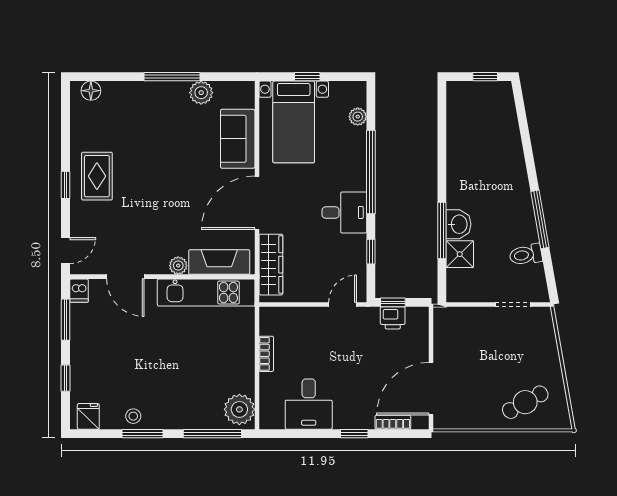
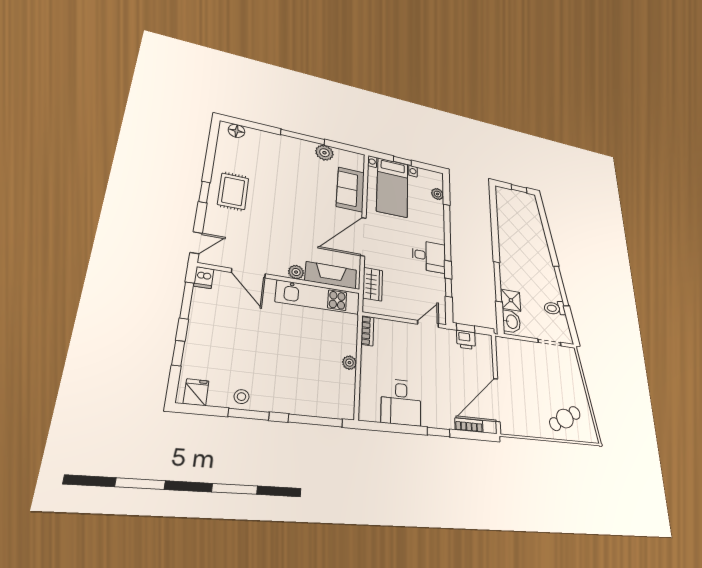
washbasin: (458, 224) -> (511, 322), moved
wardrobe: (271, 265) -> (373, 284), width x0.67
bookcase: (266, 354) -> (367, 331), moved
plant: (239, 409) -> (349, 363), moved, width x0.53, depth x0.53

